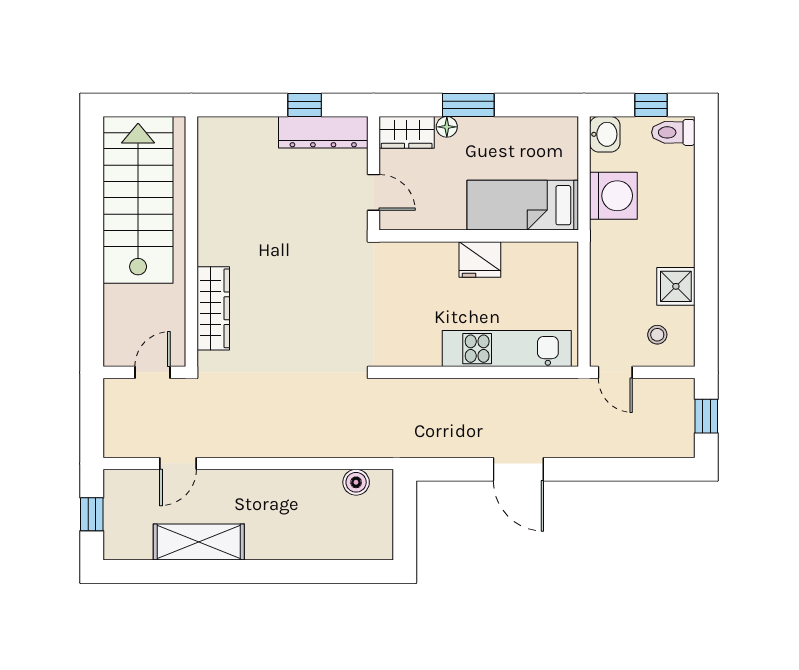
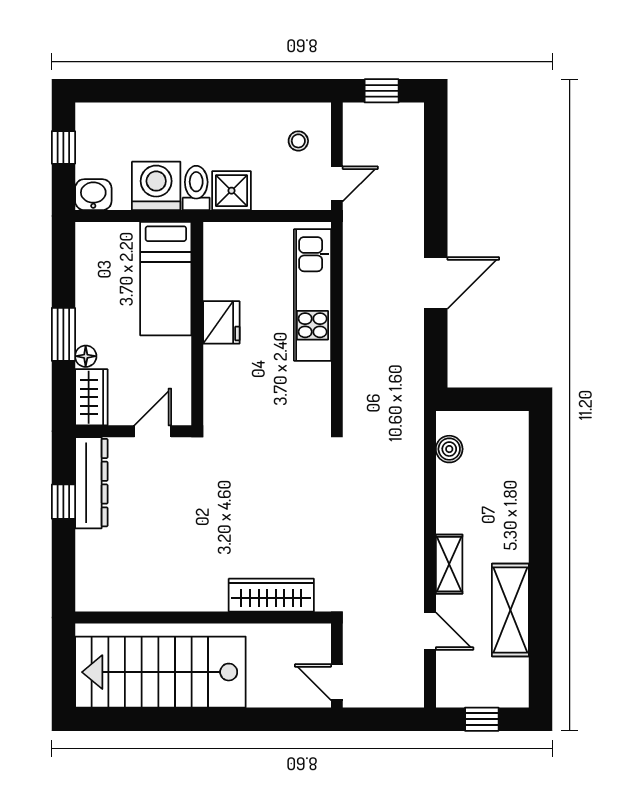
toilet: (673, 132) -> (196, 188), moved, turned 180
shower: (676, 286) -> (231, 191), moved
door: (153, 372) -> (337, 682), moved
shelving: (244, 482) -> (449, 564), added

